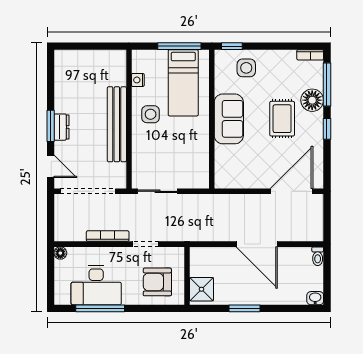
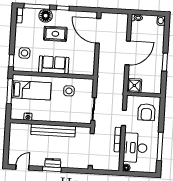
side table: (151, 114) -> (69, 91), moved
door: (51, 166) -> (22, 167), moved
desk: (96, 285) -> (135, 148), moved, turned 180
shower: (201, 289) -> (134, 86), moved

